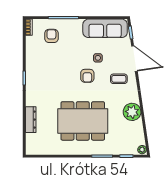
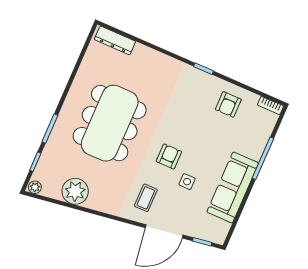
sofa: (105, 28) -> (233, 187), moved
armchair: (51, 36) -> (228, 104), moved, turned 90
armchair: (87, 76) -> (169, 156), turned 90
plant: (132, 112) -> (75, 191), moved
dresser: (31, 120) -> (115, 40), moved

